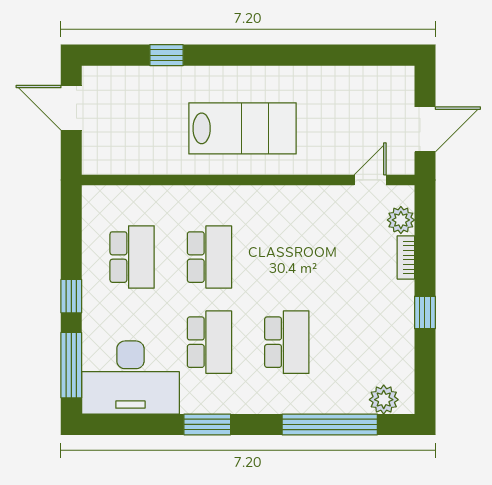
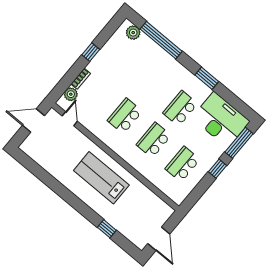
door: (370, 180) -> (70, 119), swing flipped
school desk: (287, 342) -> (125, 116), moved

